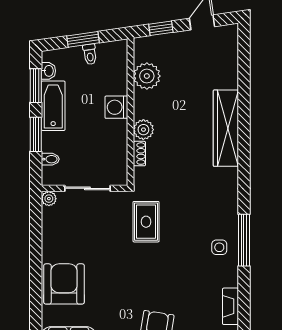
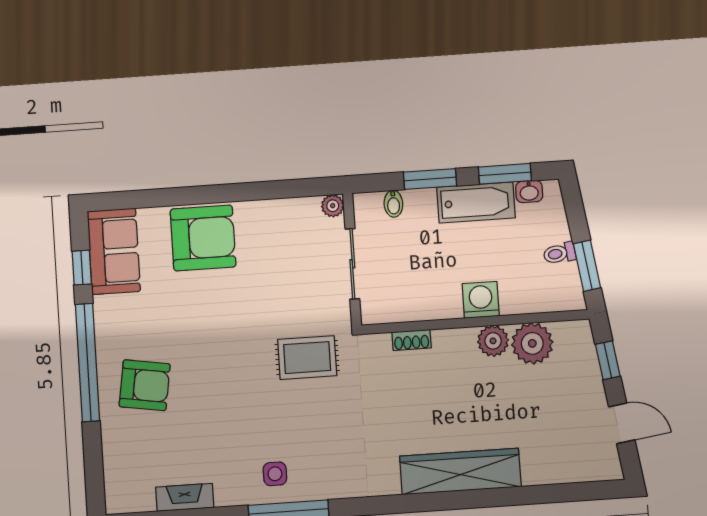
window: (83, 39) -> (587, 266), moved
plant: (143, 130) -> (493, 341), moved

